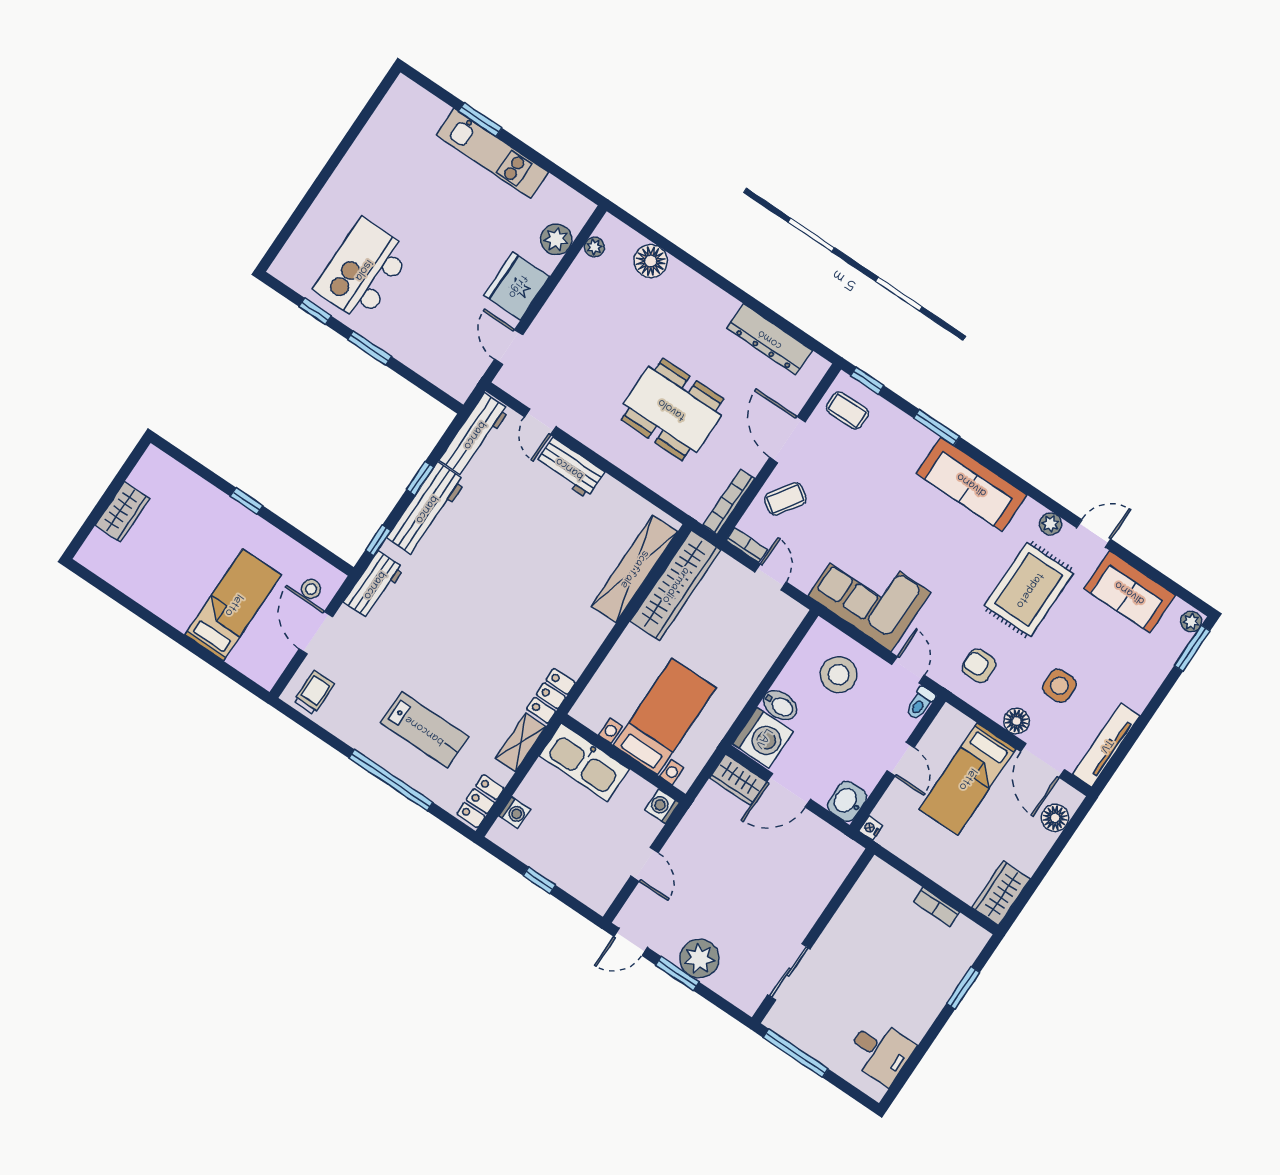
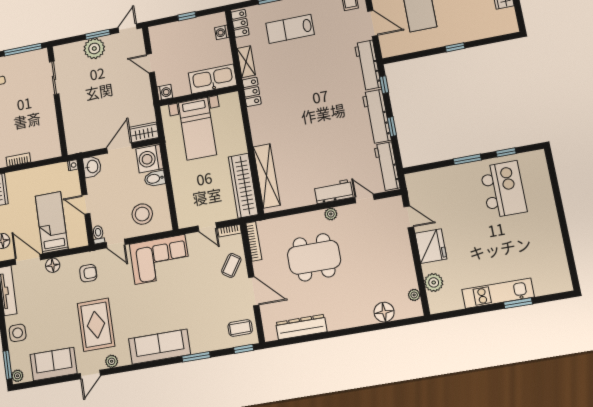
plant: (600, 443) -> (331, 214), added
workbench: (374, 585) -> (368, 65), width x1.38
stool: (311, 589) -> (392, 39), removed
side table: (1059, 686) -> (18, 333), moved

